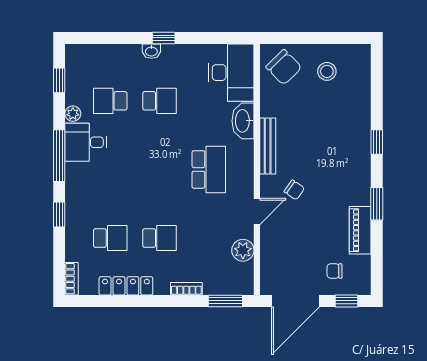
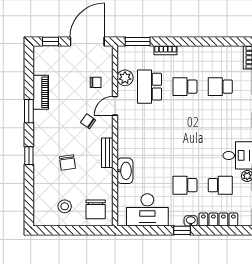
chair: (284, 67) -> (96, 209), turned -136
desk: (231, 73) -> (147, 210), moved, turned -90
chair: (323, 132) -> (67, 162), added
bench: (268, 146) -> (107, 153), width x0.73
school desk: (209, 169) -> (150, 87), moved
chair: (335, 271) -> (96, 82), moved
locker: (126, 286) -> (218, 220), moved, turned 180

